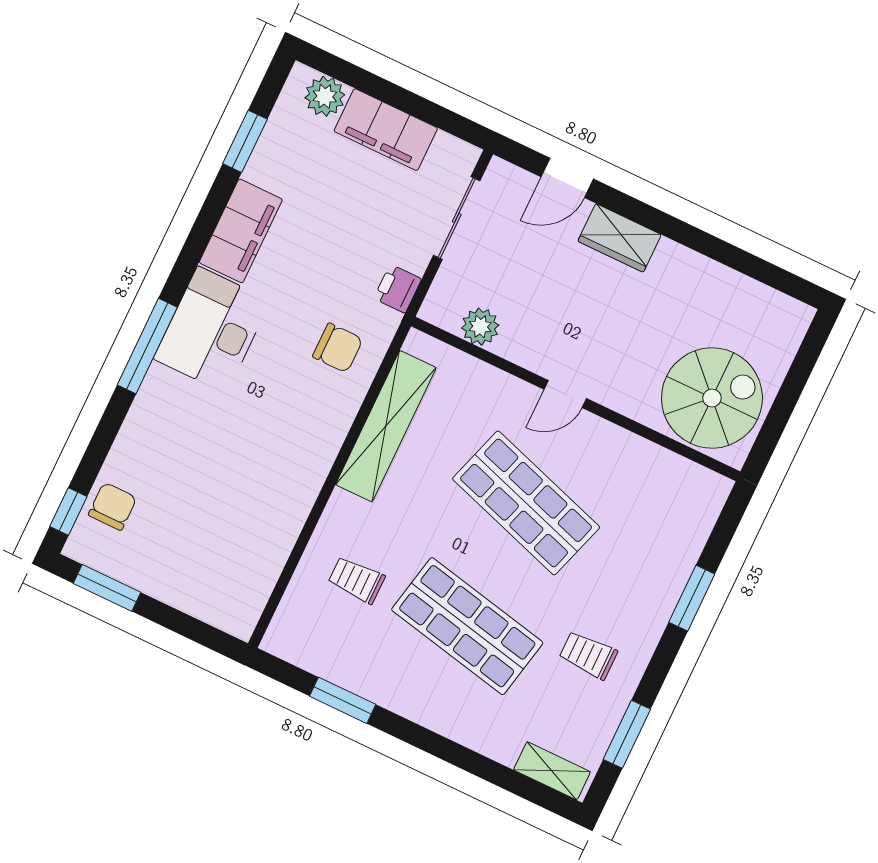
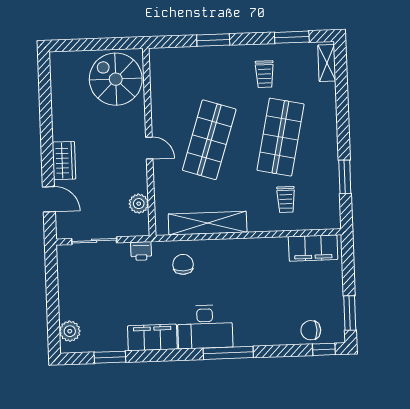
filing cabinet: (386, 130) -> (313, 248), moved, turned 90

